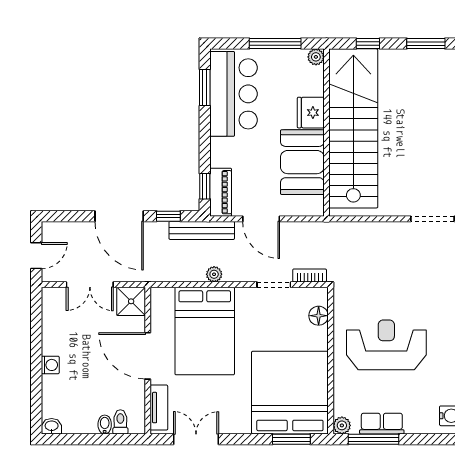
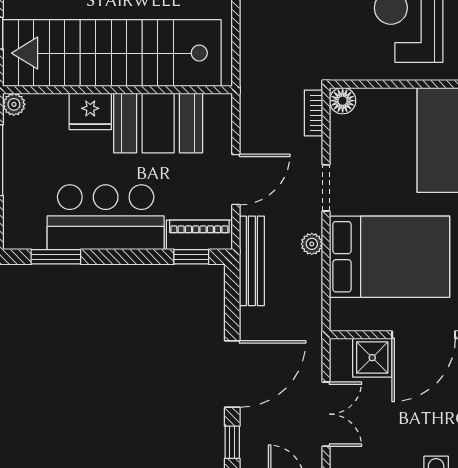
bar counter: (234, 94) -> (106, 217), moved
window: (168, 216) -> (232, 442), moved
doorway: (274, 285) -> (326, 188), moved
shower: (131, 301) -> (372, 358), moved
floor lamp: (319, 316) -> (343, 101), moved

